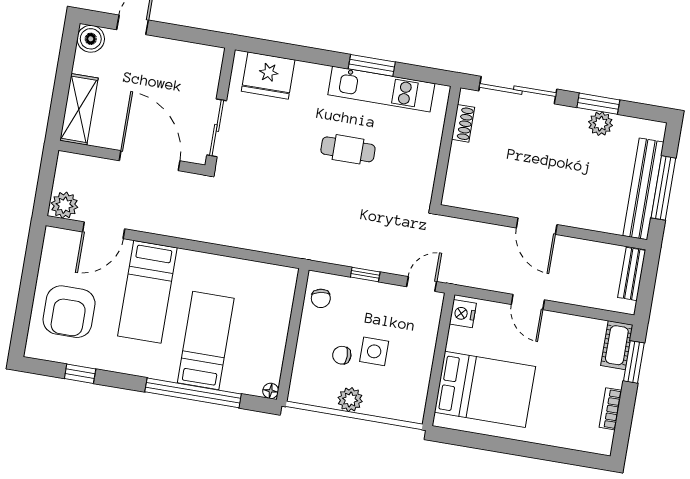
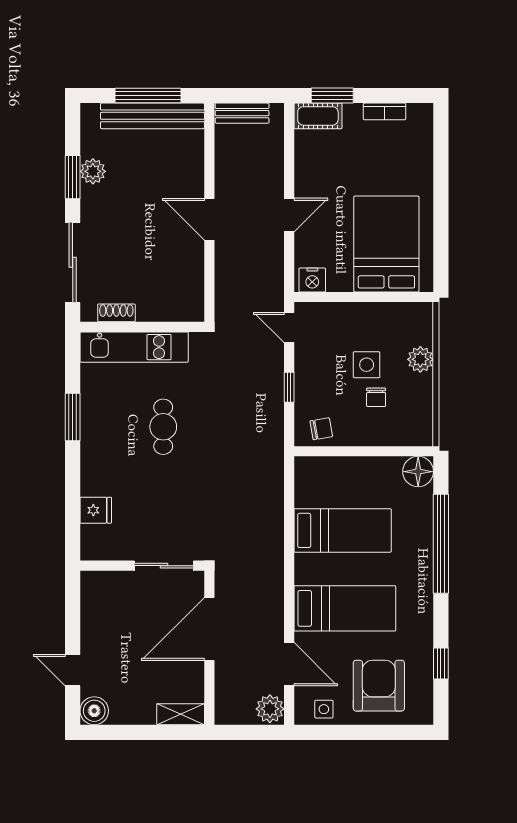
fridge: (268, 75) -> (96, 510), width x0.53, depth x0.75
kitchen unit: (381, 89) -> (134, 347), moved, turned 90
shelving: (79, 109) -> (181, 714), width x0.67, depth x0.75
door: (537, 226) -> (209, 219), swing flipped
side table: (56, 256) -> (324, 709), added
armchair: (69, 312) -> (379, 686), turned -90
bed: (206, 341) -> (343, 530), moved, turned 180
floor lamp: (271, 391) -> (418, 472), width x1.89, depth x1.89
plant: (350, 400) -> (420, 359), moved

